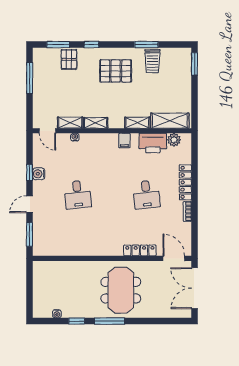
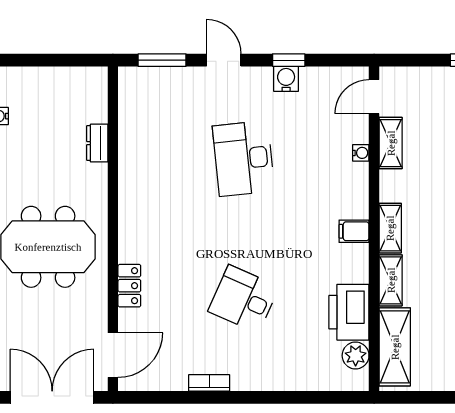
shelving: (96, 123) -> (390, 228), moved
filing cabinet: (124, 141) -> (354, 231), moved
locker: (185, 182) -> (269, 379), removed
desk: (78, 195) -> (243, 158), width x1.37
desk: (146, 195) -> (243, 299), turned 30
locker: (140, 250) -> (129, 286), width x0.66
dresser: (70, 266) -> (97, 143), added

